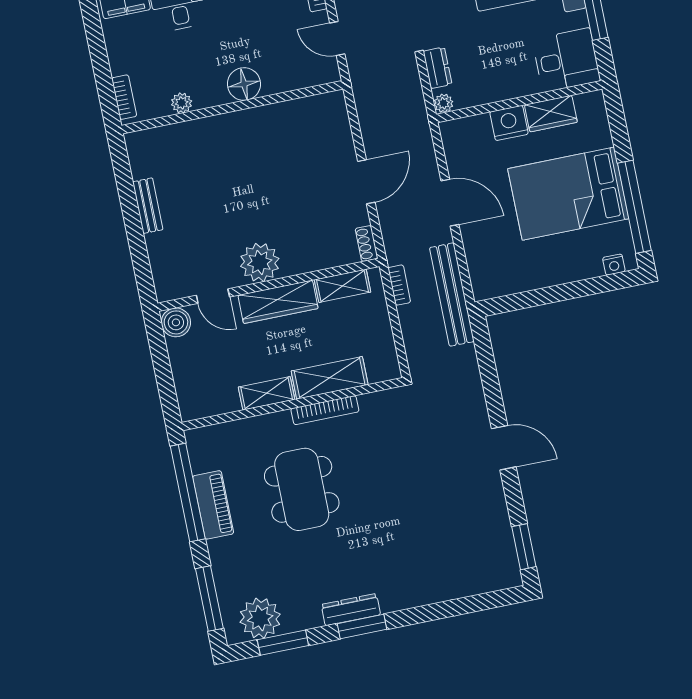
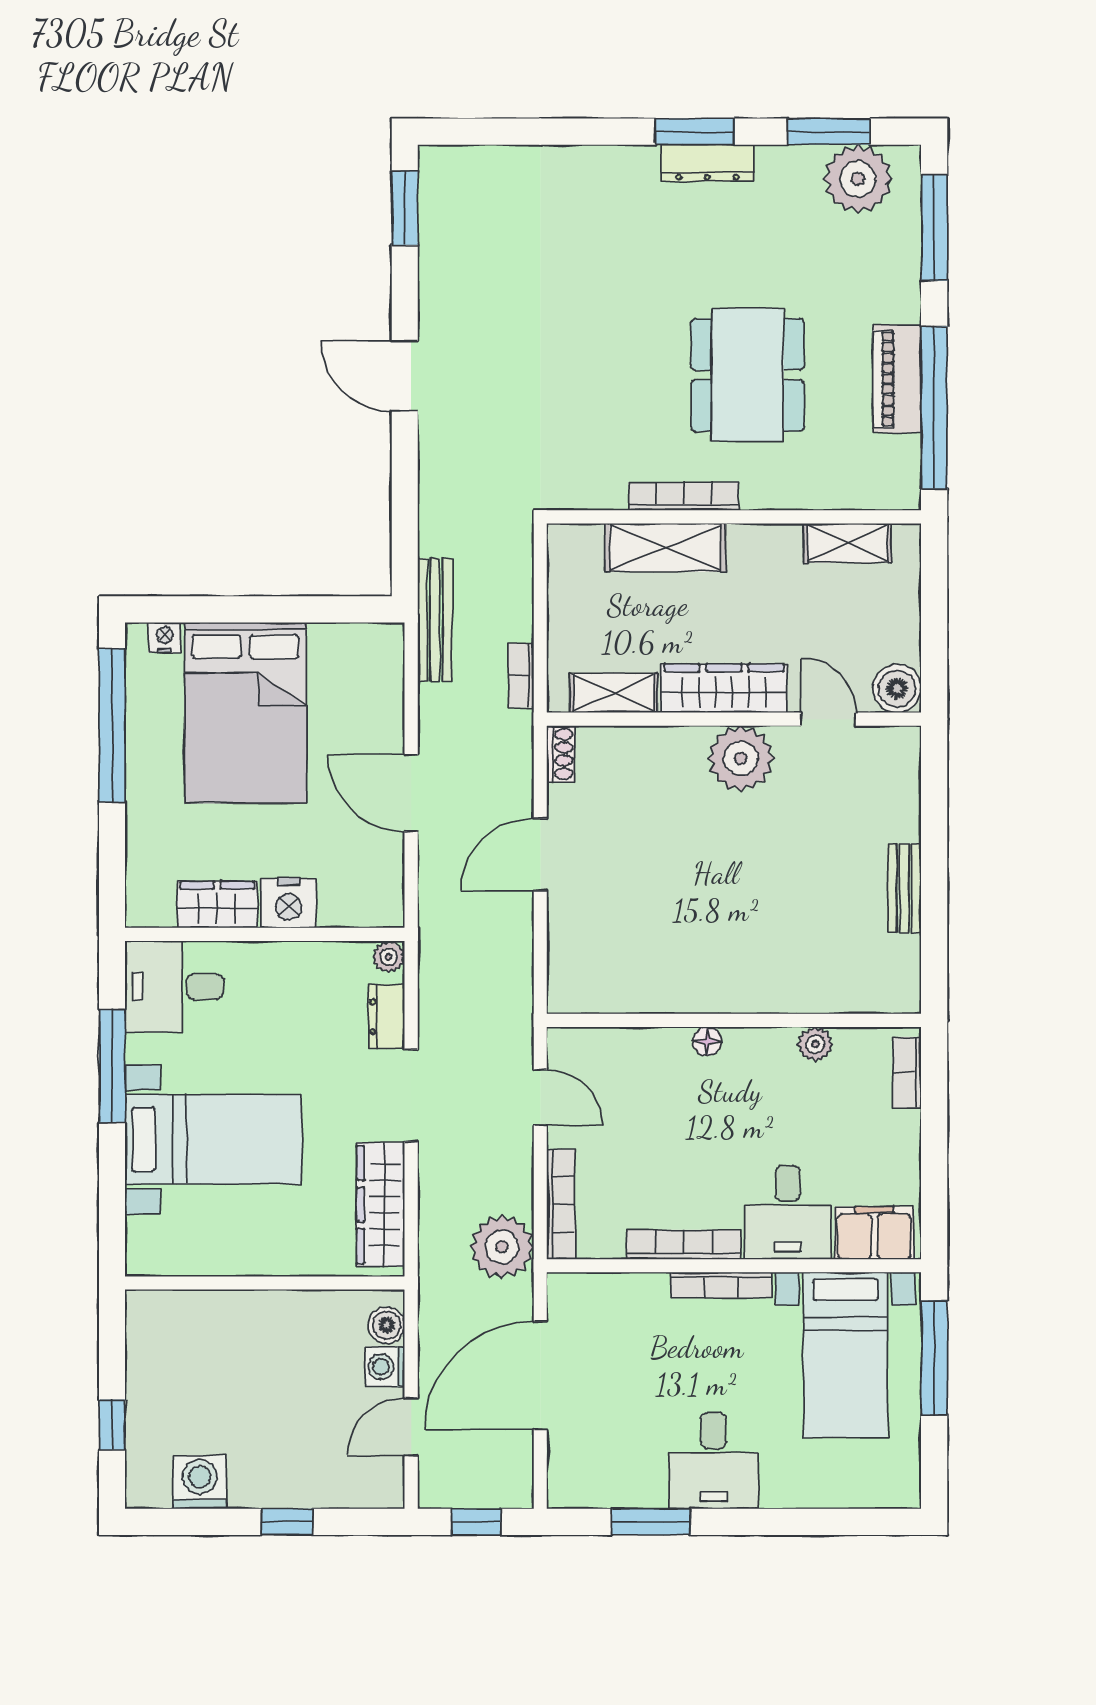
floor lamp: (244, 84) -> (707, 1041), width x0.53, depth x0.53
bed: (568, 194) -> (245, 713), moved, turned 90
bench: (452, 295) -> (435, 620), width x0.73, depth x0.82
shelving: (267, 393) -> (847, 543), moved

